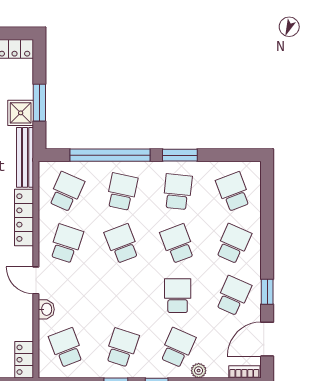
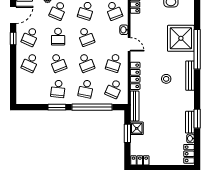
school desk: (233, 192) -> (86, 37), moved

